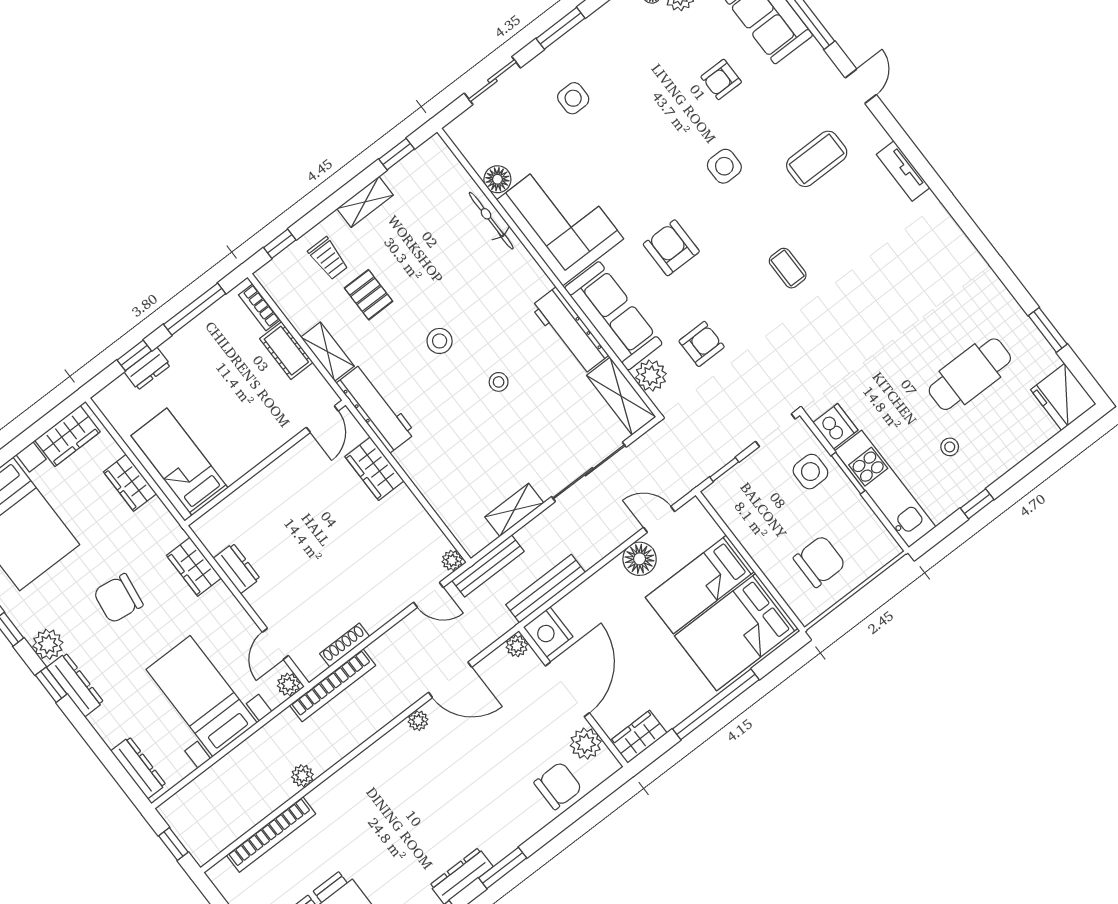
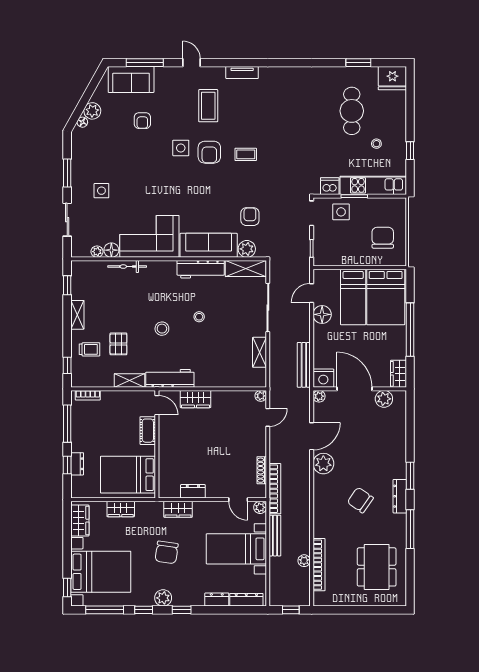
plant: (479, 160) -> (97, 252), added
armchair: (671, 248) -> (209, 152), moved, turned -90
pallet: (369, 295) -> (118, 344), turned 90
cot: (286, 351) -> (148, 431), moved, turned 90
bed: (180, 462) -> (128, 475), width x1.50
bench: (488, 566) -> (275, 536), moved
dresser: (75, 685) -> (217, 600), moved, width x0.70
plant: (418, 721) -> (323, 464), width x1.87, depth x1.87
plant: (302, 776) -> (304, 561), moved
chair: (558, 786) -> (360, 500), moved, turned -55

